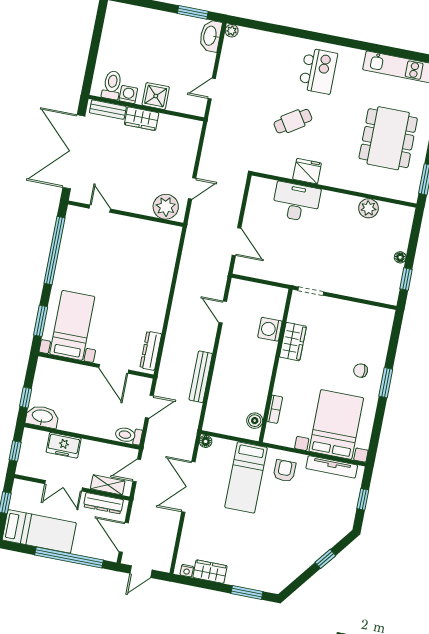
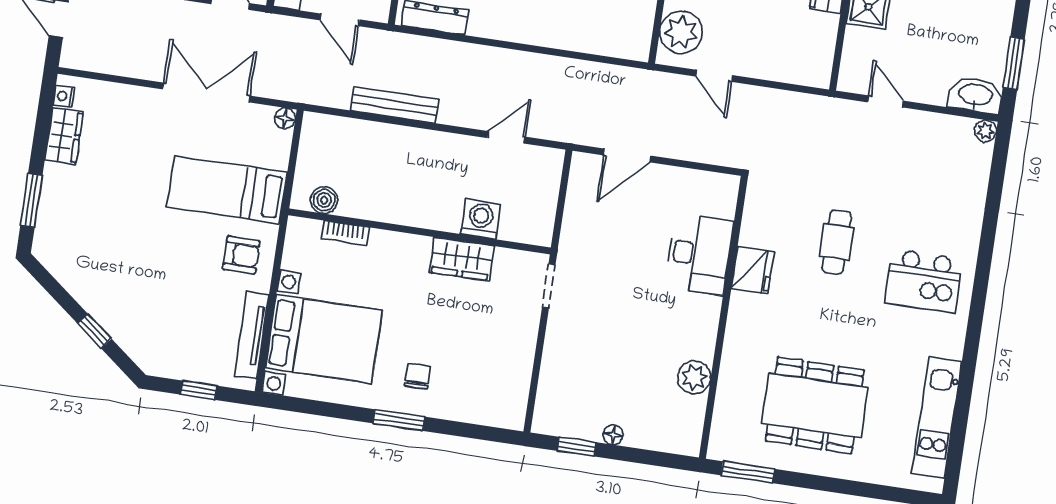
cafe table: (293, 121) -> (836, 242), turned 33

